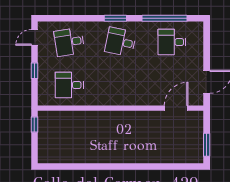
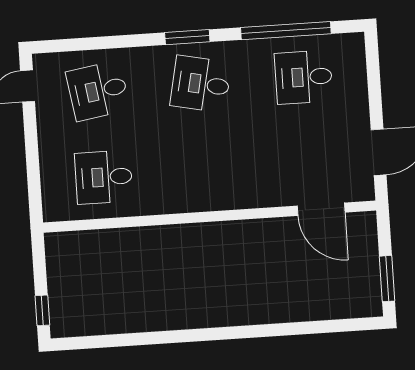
window: (34, 71) -> (32, 153), removed
door: (176, 108) -> (321, 209), swing flipped
window: (34, 124) -> (42, 310), moved

